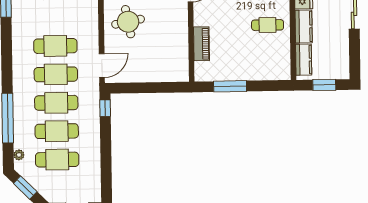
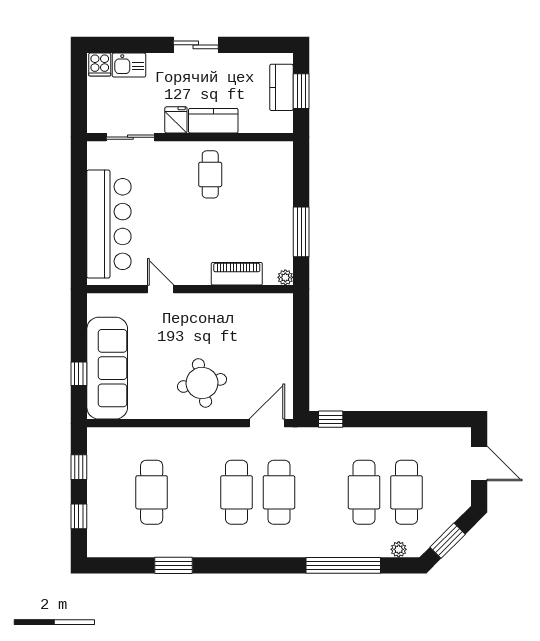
kitchen counter: (304, 60) -> (281, 87), moved, turned -90
door: (102, 66) -> (267, 423), hinge flipped
plant: (200, 76) -> (285, 277), added
cafe table: (56, 103) -> (322, 492), removed

